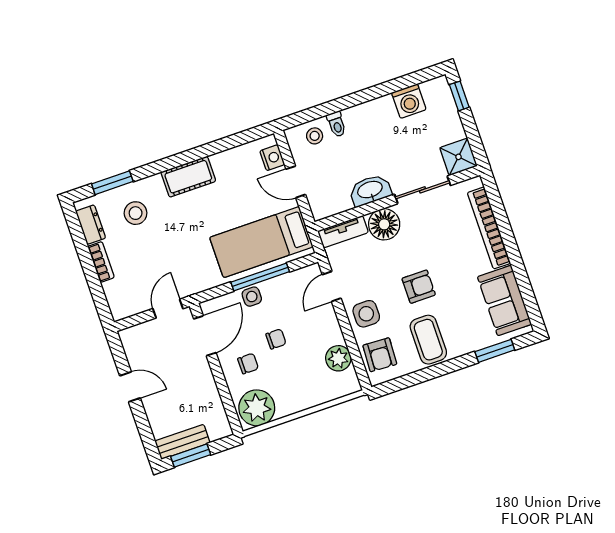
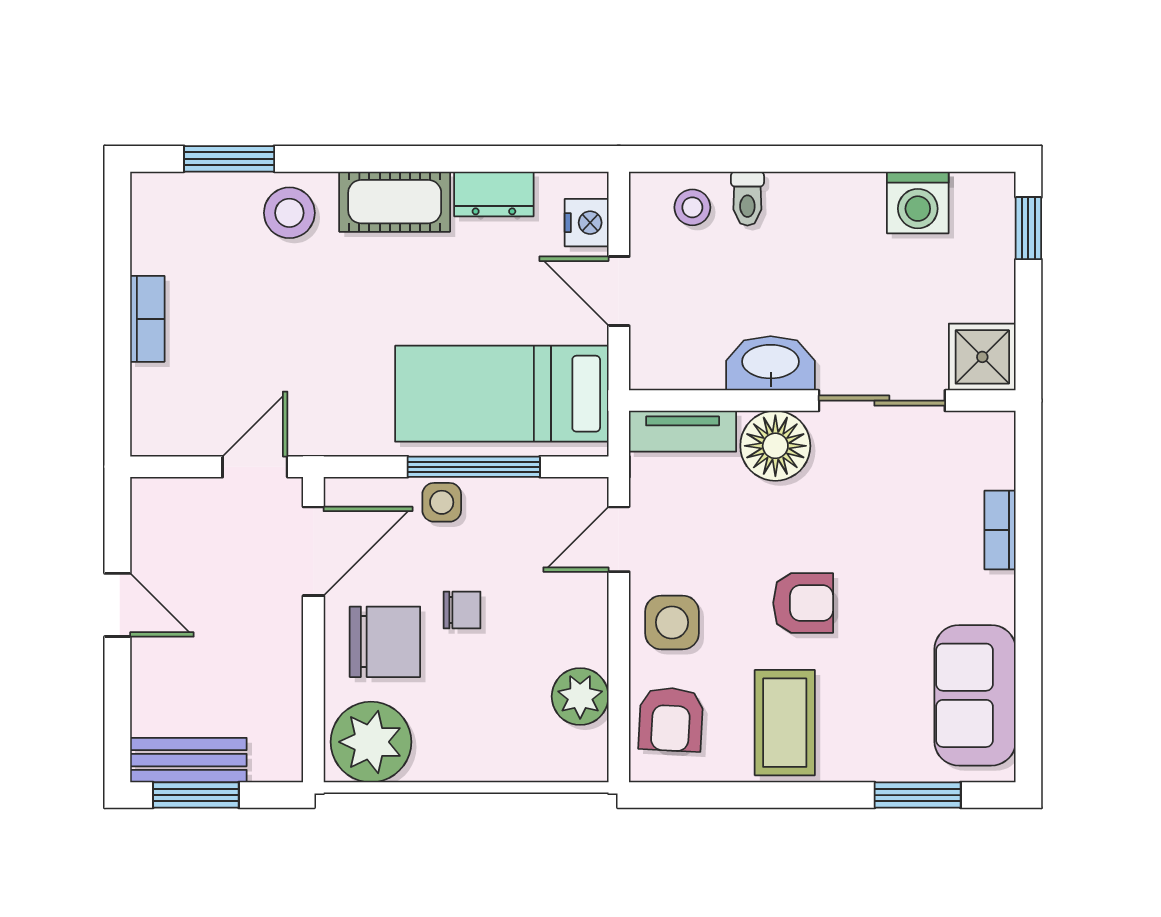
stool: (136, 213) -> (289, 213), moved
dresser: (91, 225) -> (494, 194), moved, turned 90
bookcase: (489, 228) -> (1000, 530), width x0.43, depth x0.76
chair: (248, 364) -> (385, 642), width x1.87, depth x1.87

